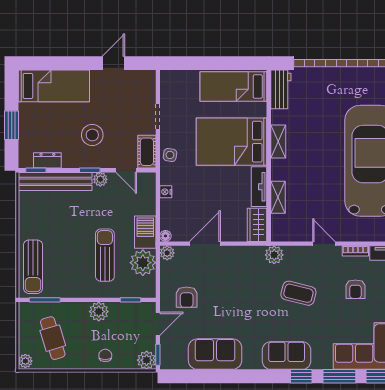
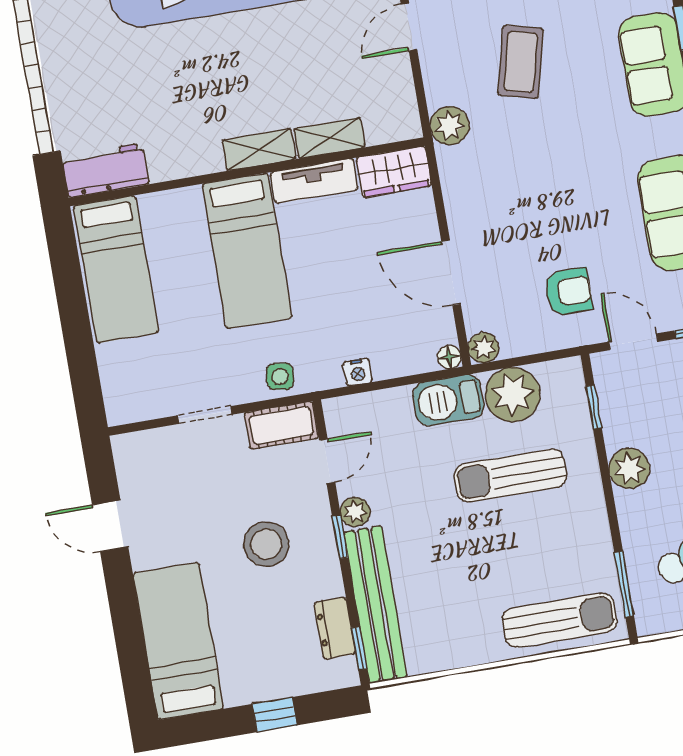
window: (12, 125) -> (275, 715), width x0.67
bed: (232, 142) -> (247, 251), width x0.67
shelving: (278, 142) -> (259, 149), moved

